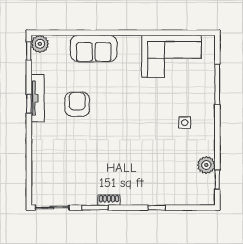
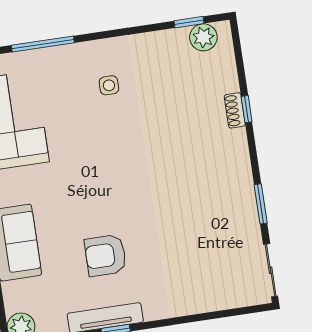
plant: (206, 165) -> (203, 37), moved
shoe rack: (109, 200) -> (235, 110), moved

